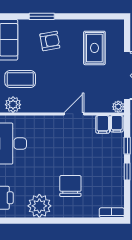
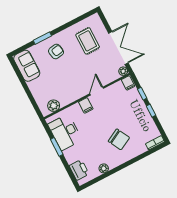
coffee table: (20, 79) -> (50, 86), removed
filing cabinet: (103, 124) -> (86, 105), moved
chair: (70, 186) -> (119, 139), turned 152
plant: (39, 206) -> (104, 168), width x0.53, depth x0.53

